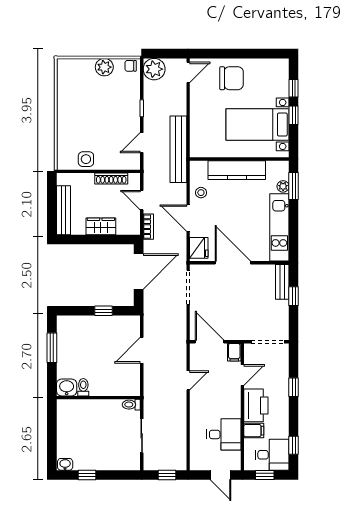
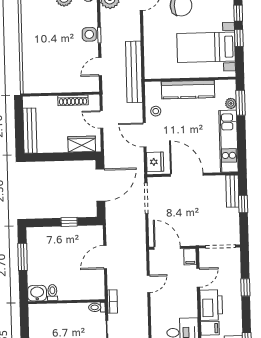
side table: (86, 159) -> (89, 34), moved
wardrobe: (101, 226) -> (82, 144), moved
bookcase: (148, 227) -> (112, 301), moved

